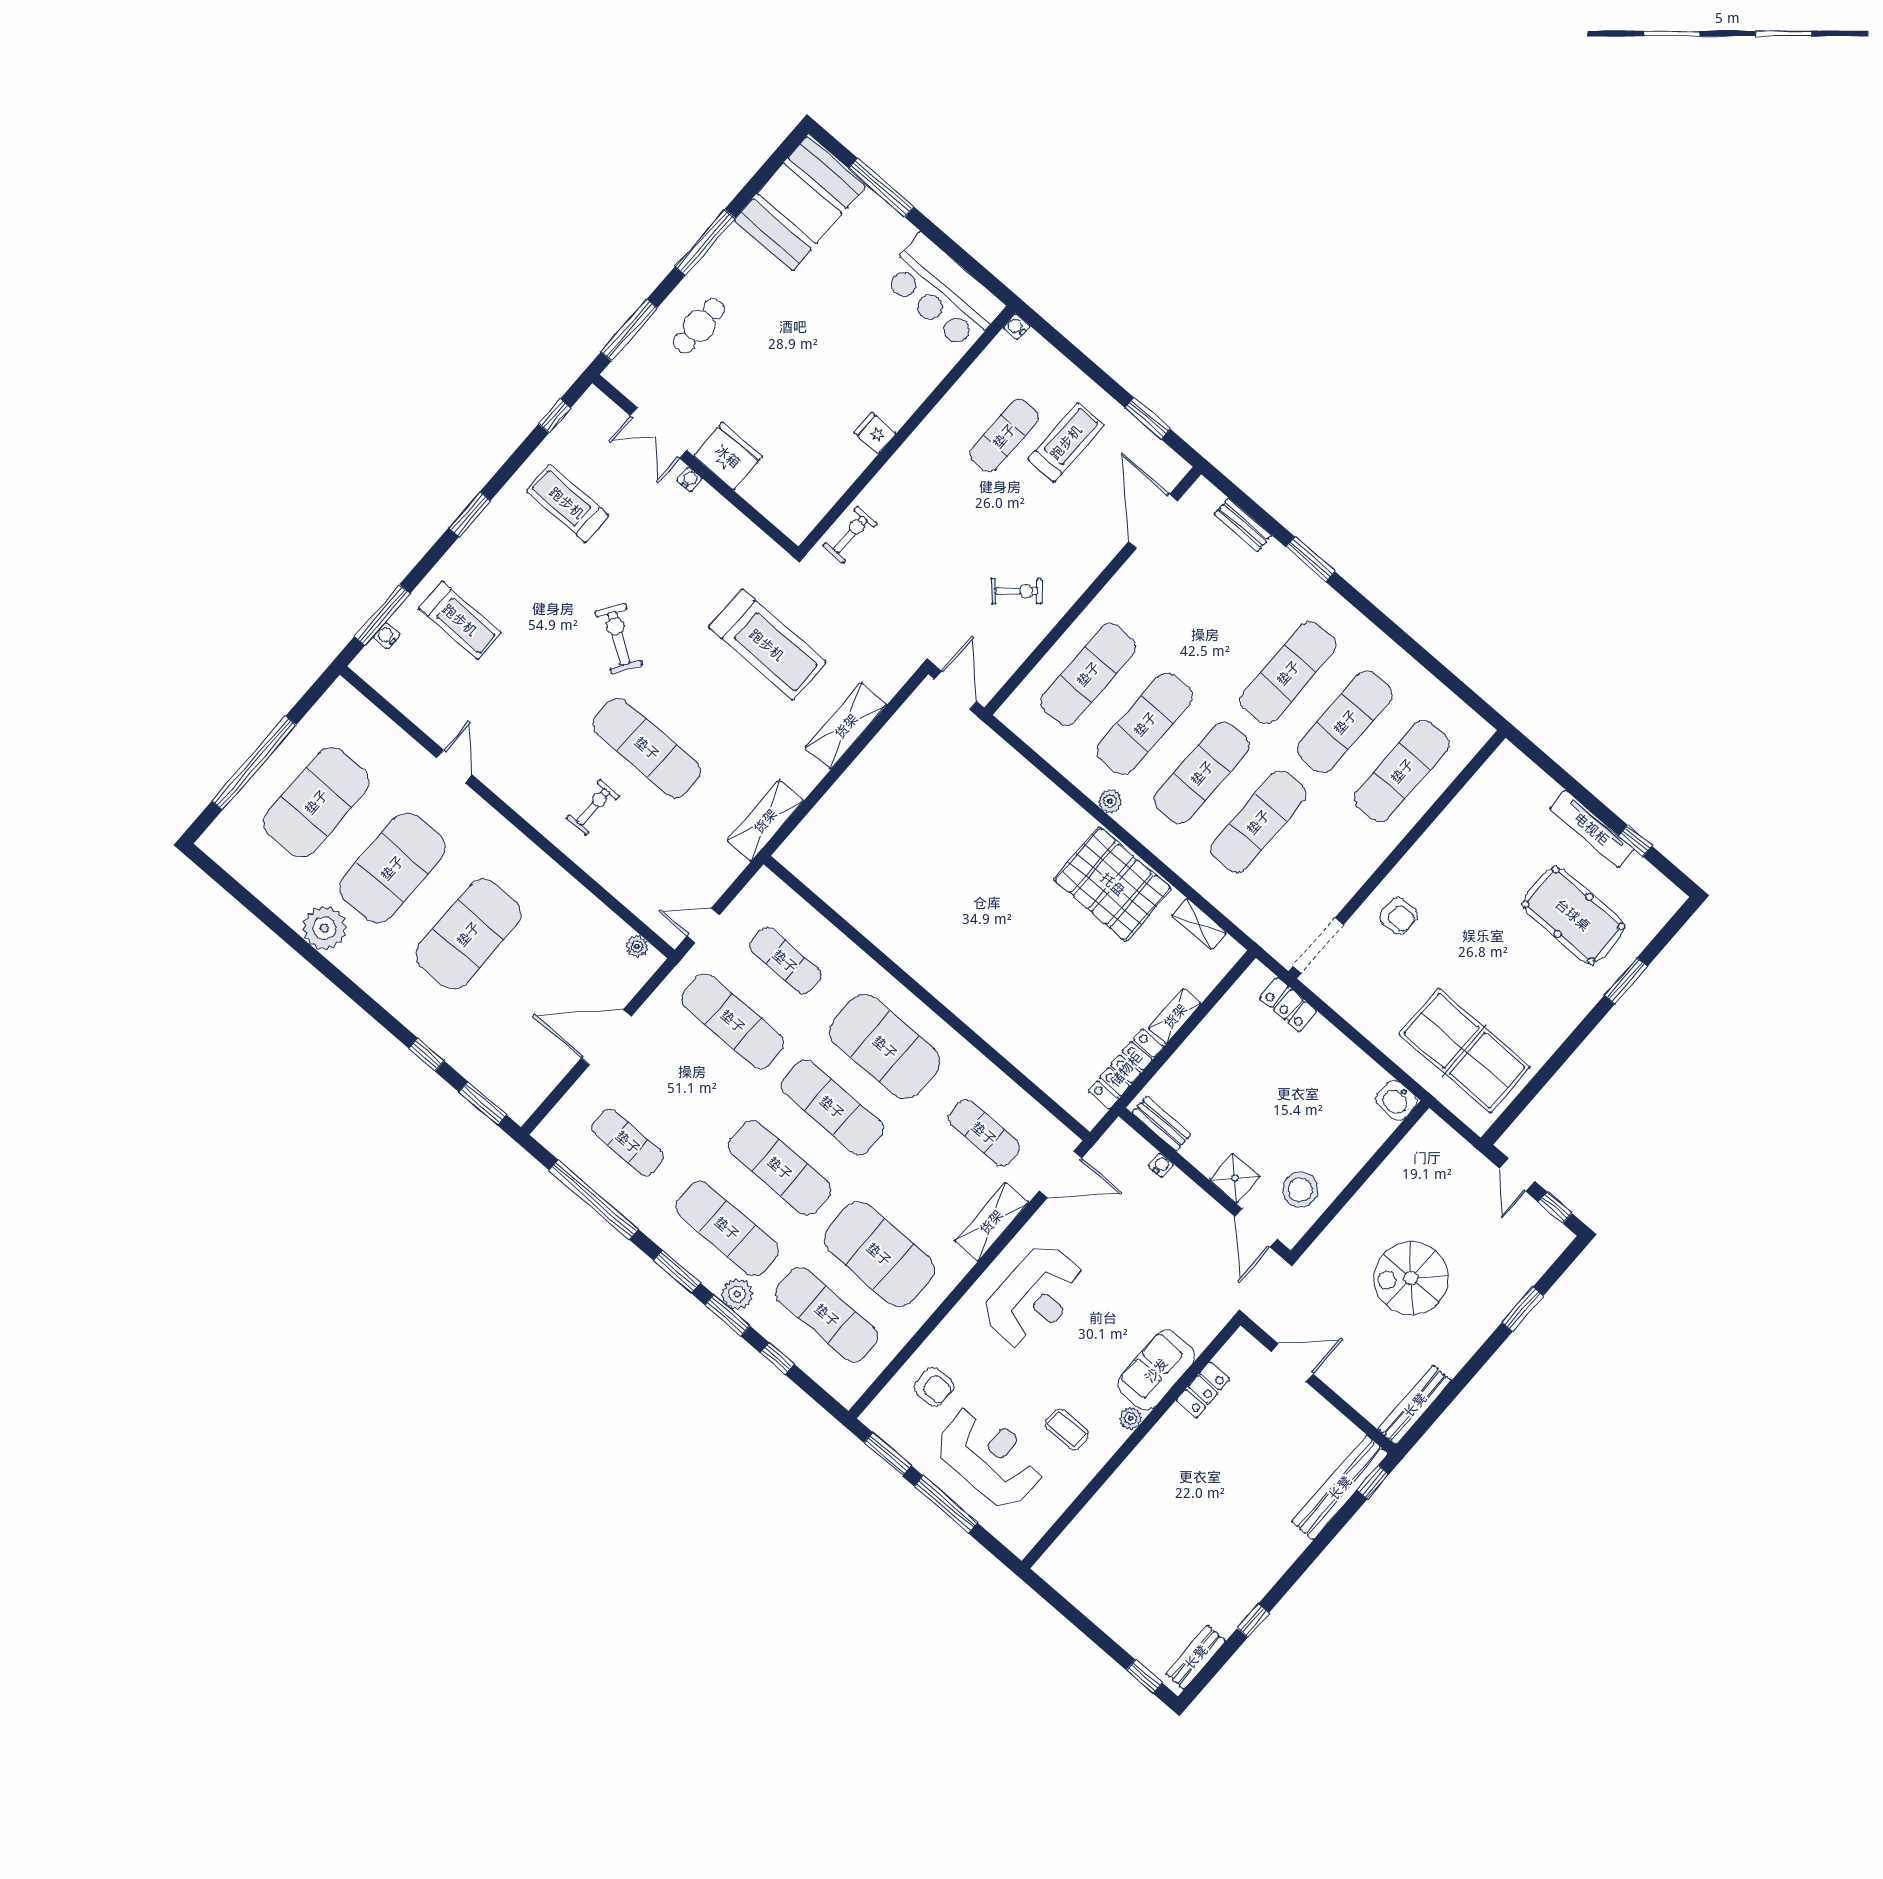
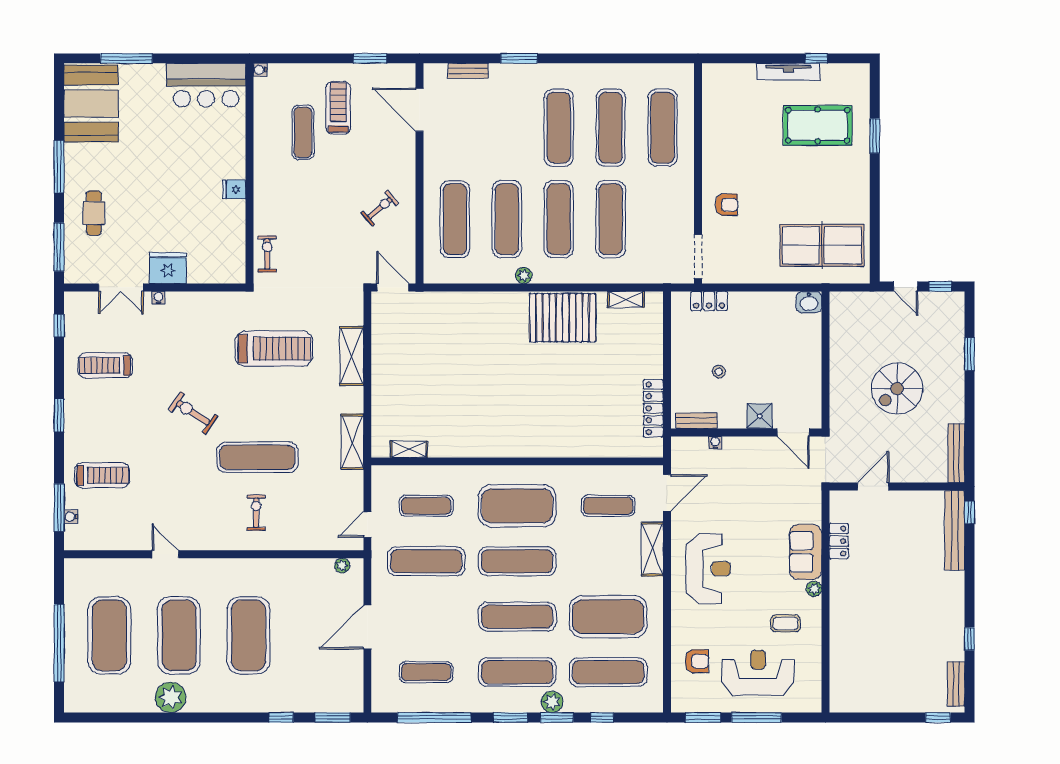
shelving: (1175, 1016) -> (409, 449), moved, turned 90
stool: (1300, 1190) -> (719, 372), moved, width x0.53, depth x0.53

